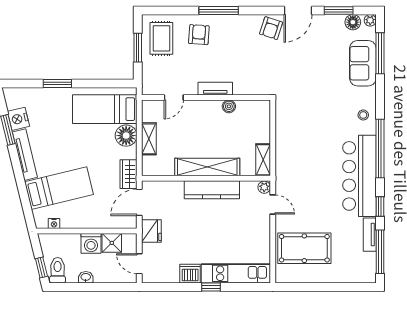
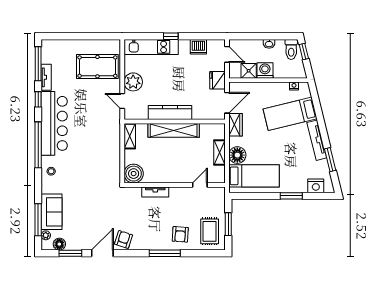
plant: (370, 20) -> (46, 235), moved
tv unit: (215, 89) -> (155, 192), moved
boiler: (229, 106) -> (134, 174), moved, width x1.86, depth x1.86
nightstand: (18, 119) -> (316, 186), moved, turned 104
plant: (264, 187) -> (133, 82), moved, width x1.88, depth x1.88
dishwasher: (190, 274) -> (198, 47), moved

